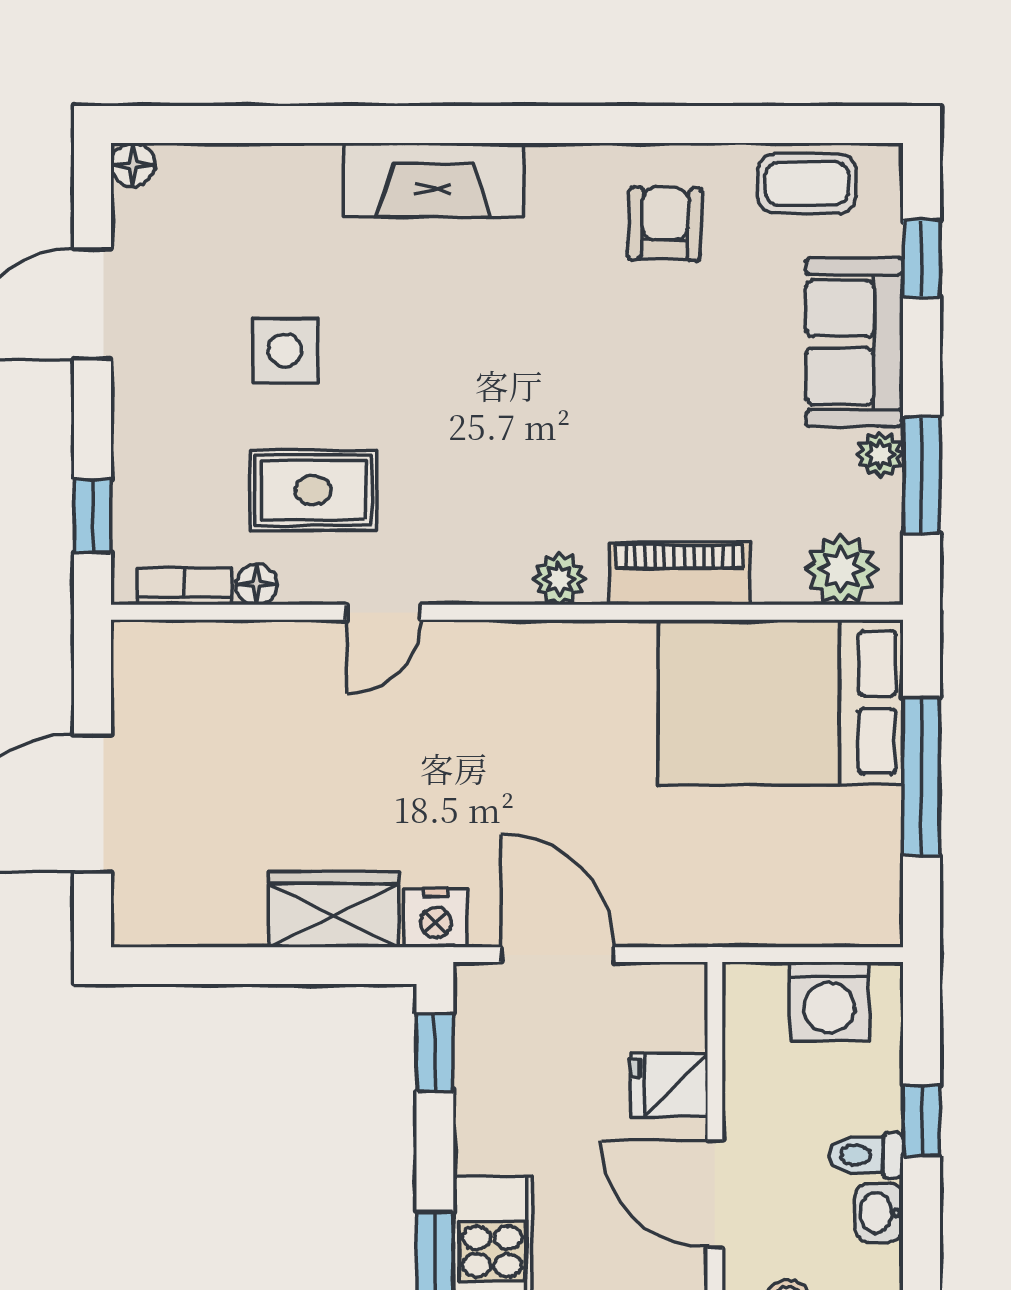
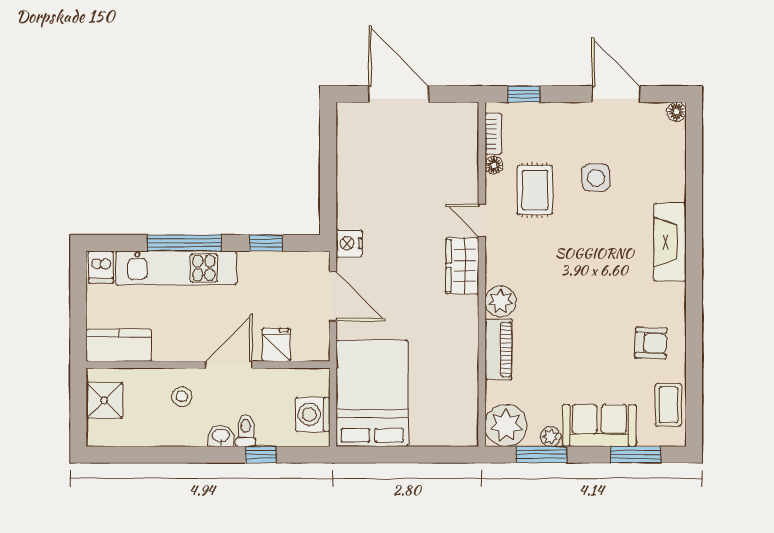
window: (921, 259) -> (636, 455), width x1.50
plant: (841, 569) -> (506, 425), width x1.36, depth x1.36
plant: (559, 579) -> (500, 301), width x1.38, depth x1.38
bed: (781, 702) -> (372, 393), moved
window: (921, 777) -> (410, 455), removed
wardrobe: (334, 909) -> (462, 266), moved, turned 180
door: (557, 955) -> (333, 296), hinge flipped
window: (435, 1052) -> (266, 243), moved

